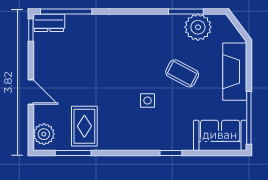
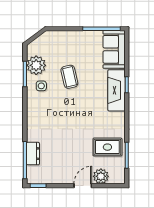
dresser: (49, 23) -> (33, 154), moved
fireplace: (235, 72) -> (117, 90), moved, turned 90
coffee table: (182, 73) -> (69, 77), turned -41
side table: (148, 101) -> (41, 86), moved
plant: (44, 134) -> (101, 176), moved

